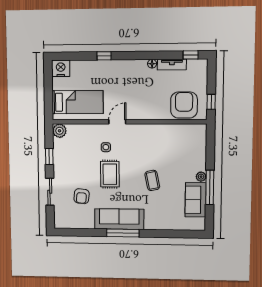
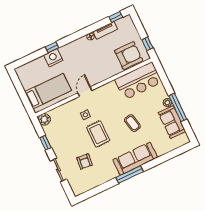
nightstand: (61, 68) -> (53, 58), moved
armchair: (184, 105) -> (129, 56), turned 90
bar counter: (181, 138) -> (138, 81), added
sofa: (119, 219) -> (135, 159), moved

